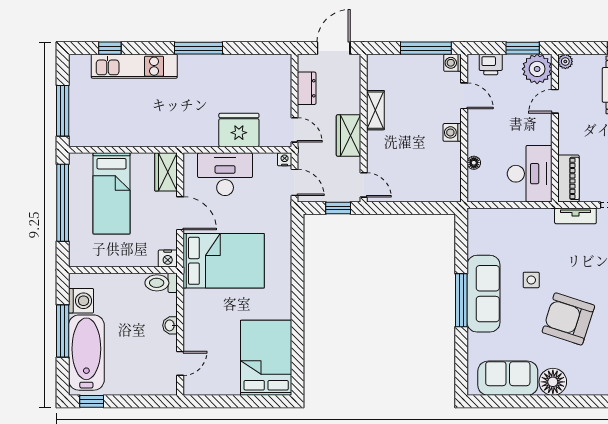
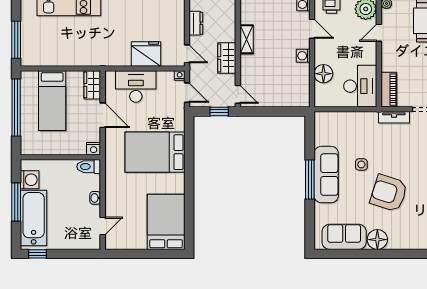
floor lamp: (474, 163) -> (323, 74), width x1.89, depth x1.89
bed: (224, 261) -> (155, 152), moved, turned 180

